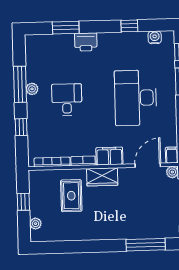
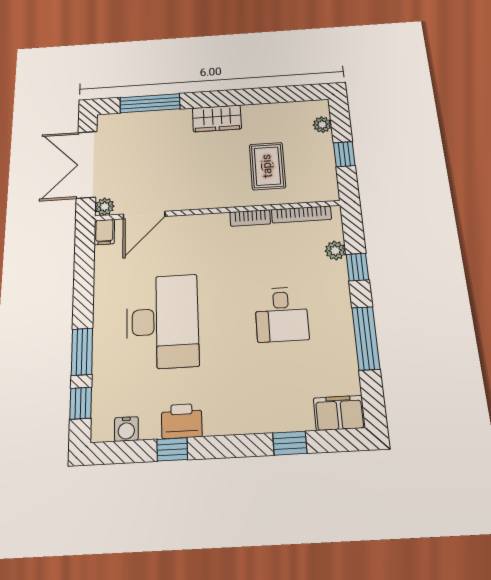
window: (66, 28) -> (290, 443), width x0.67
printer: (86, 42) -> (182, 421), moved
plant: (32, 89) -> (335, 251), moved
filing cabinet: (109, 156) -> (339, 413), moved, turned 180
wardrobe: (102, 177) -> (217, 118), moved, turned 180

